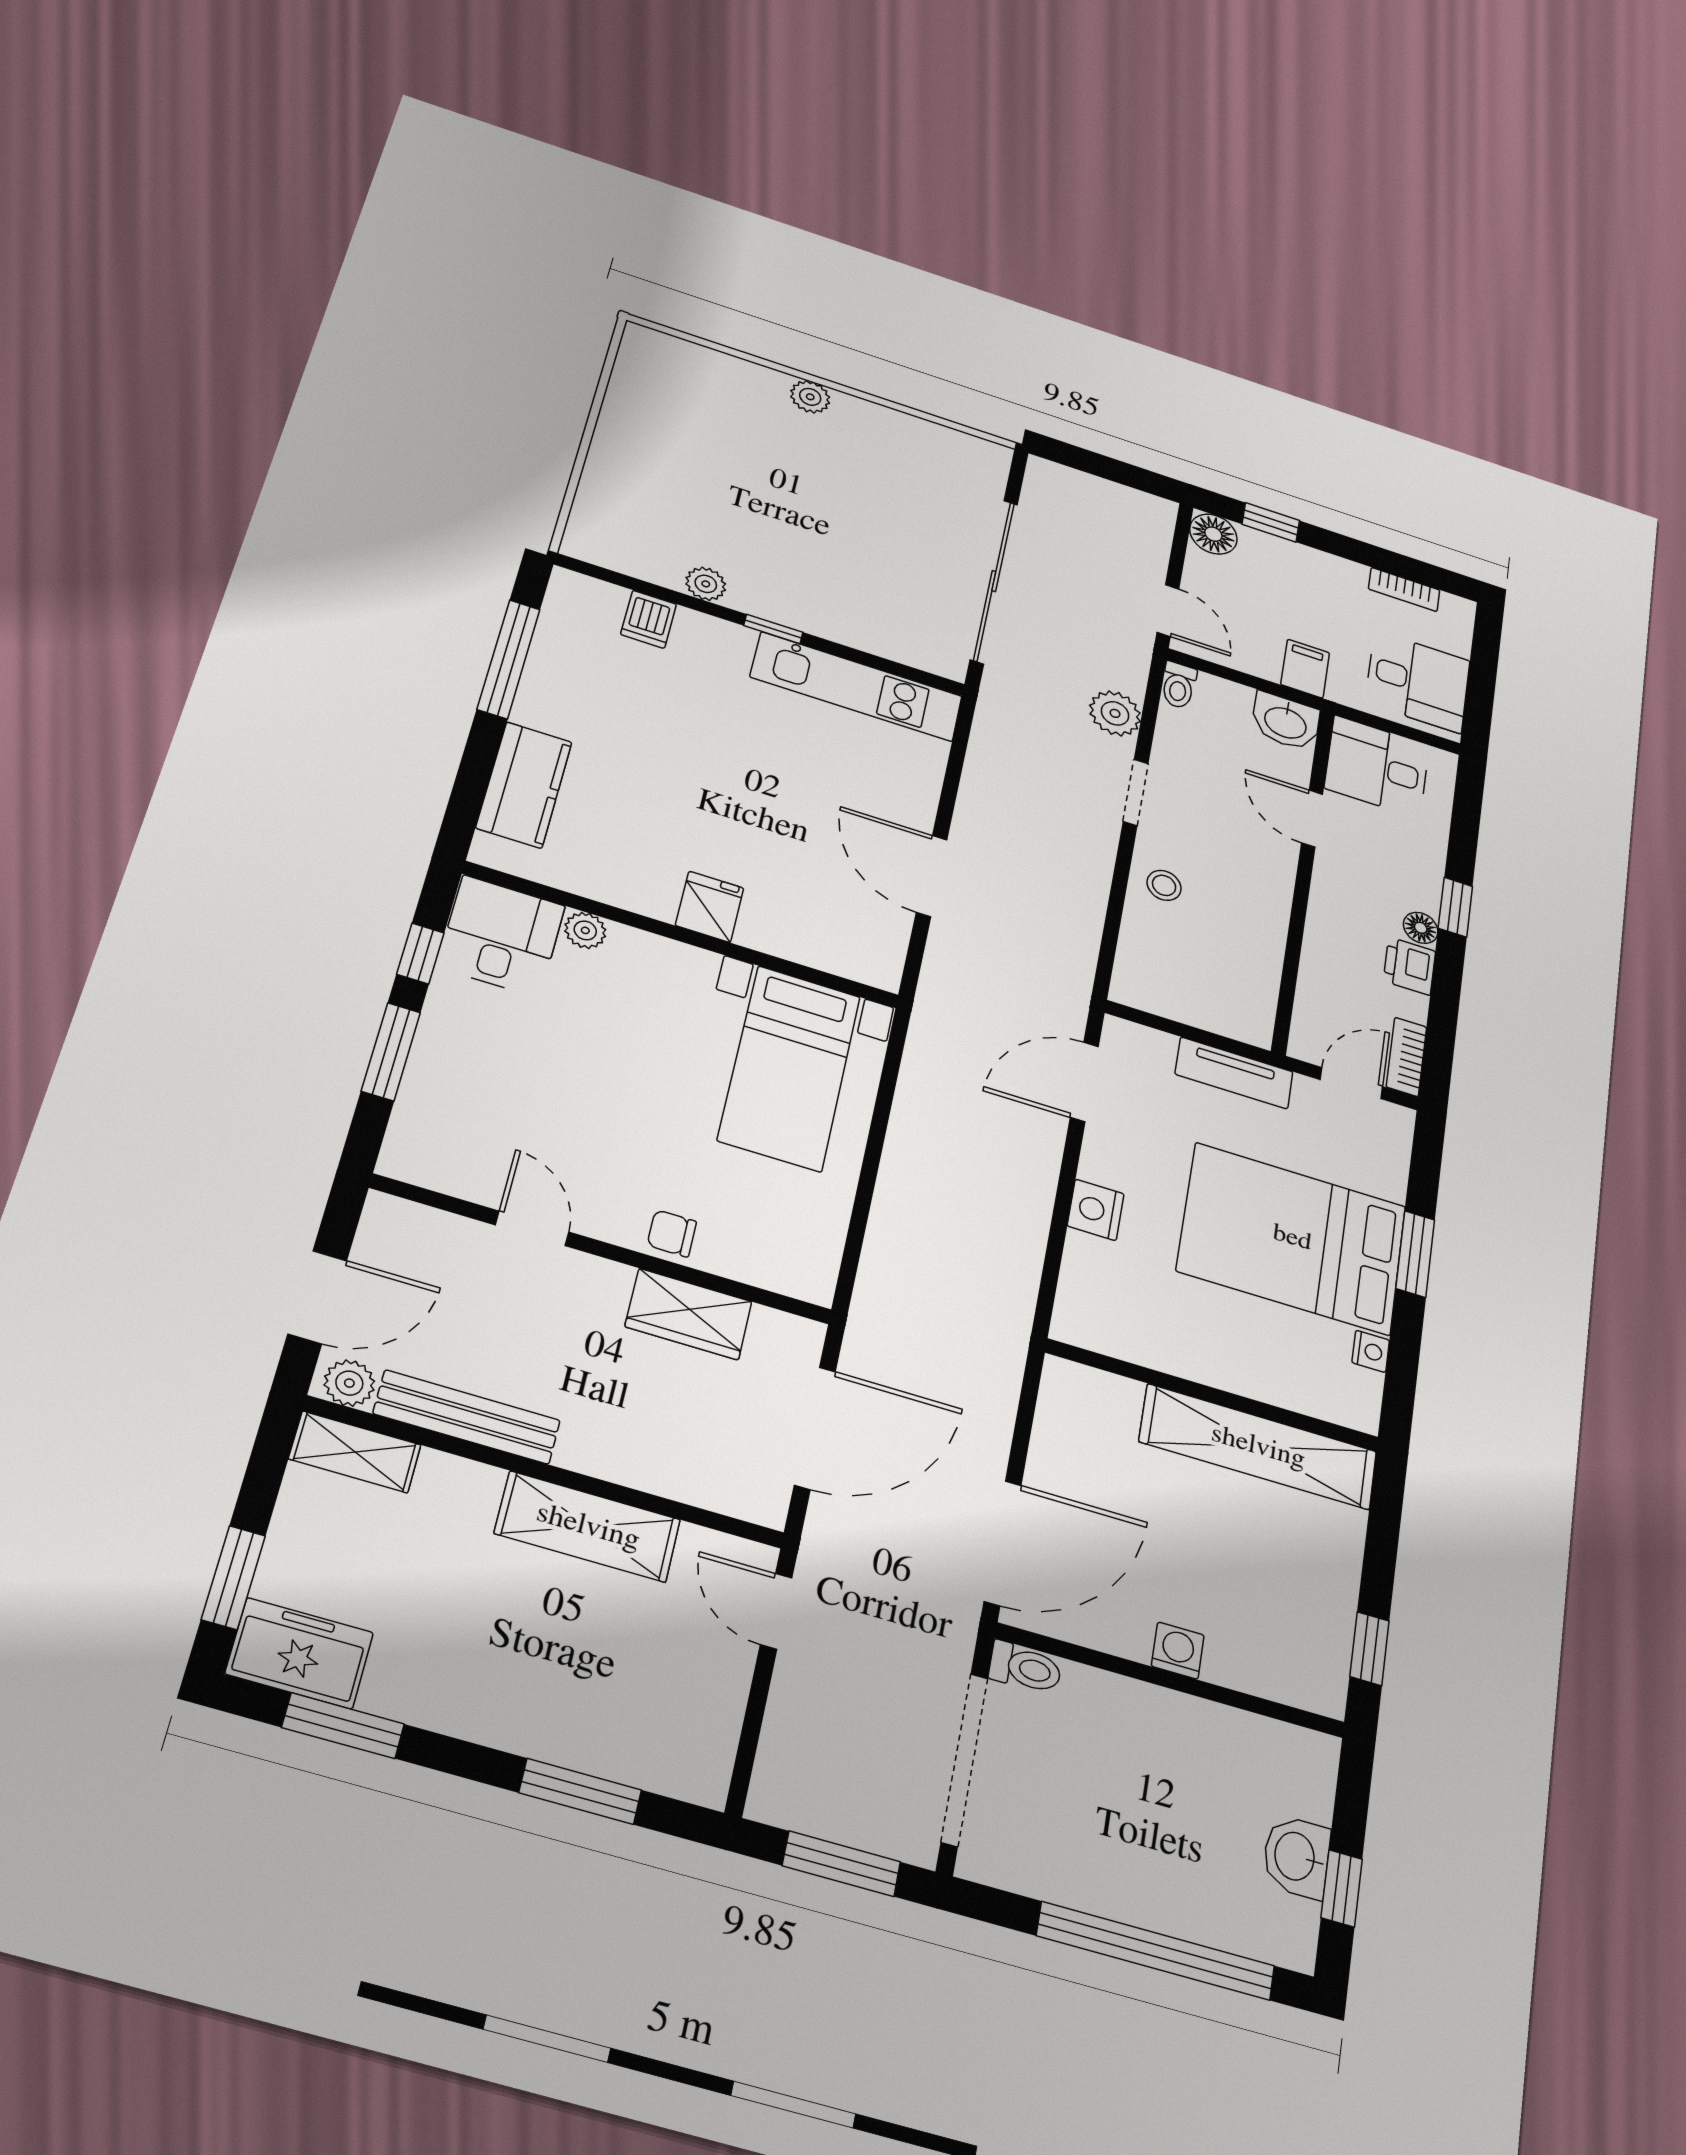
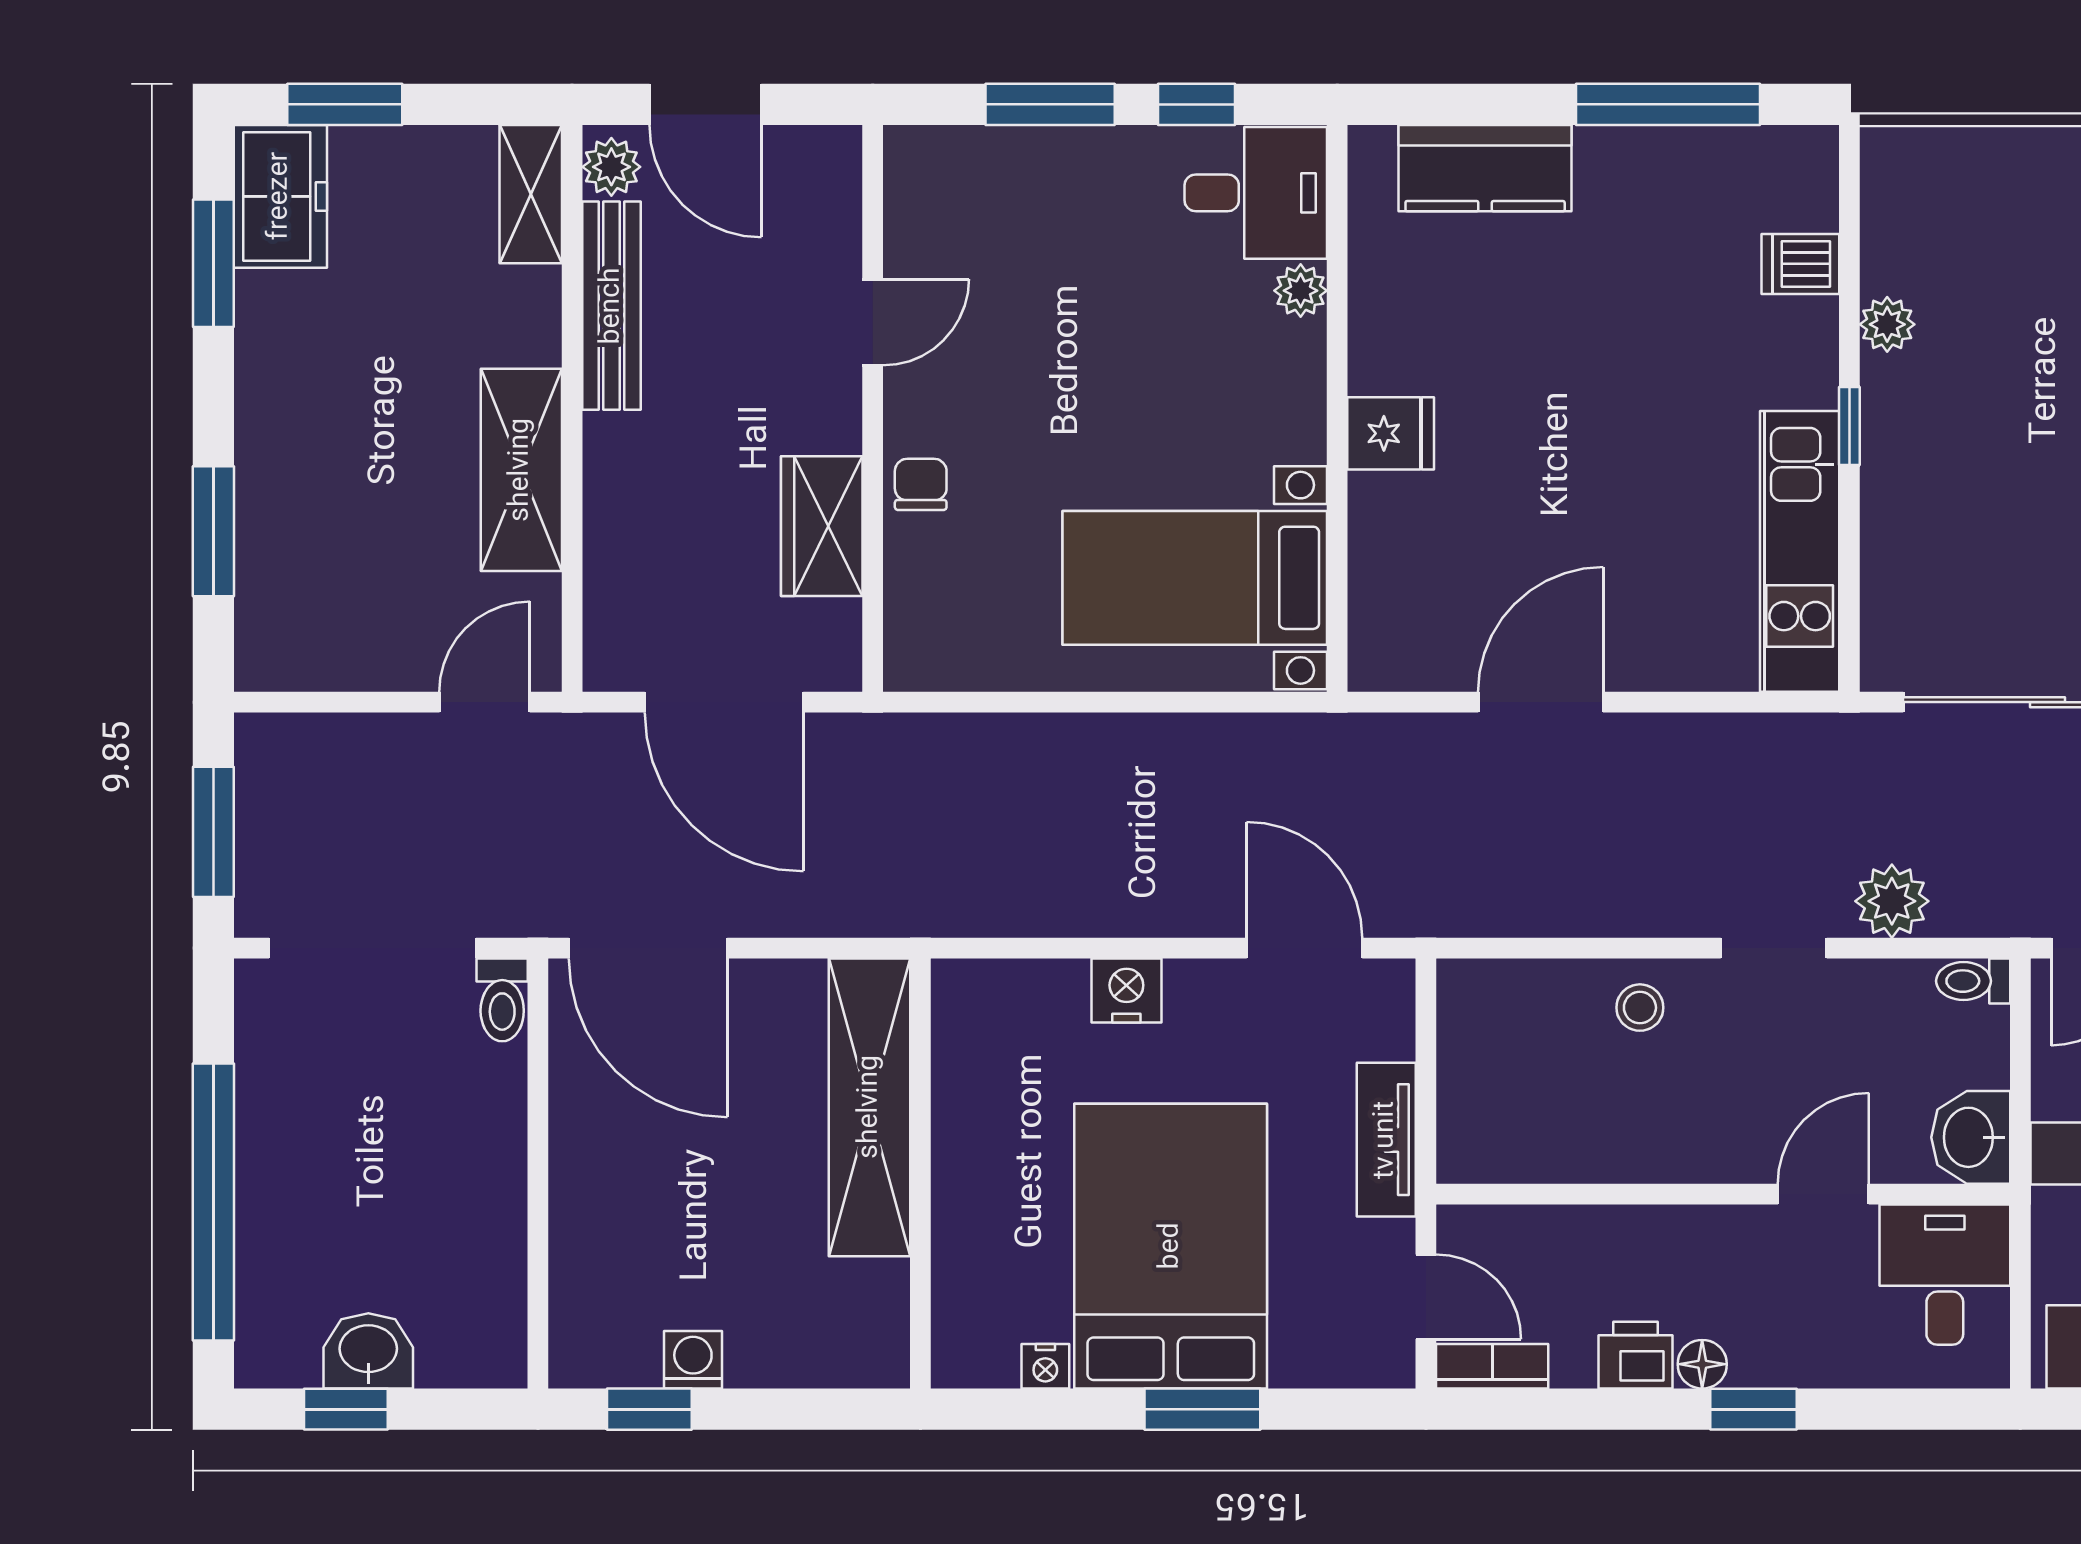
shelving: (1258, 1447) -> (870, 1107), moved
washing machine: (1178, 1651) -> (693, 1360), moved, turned -90

